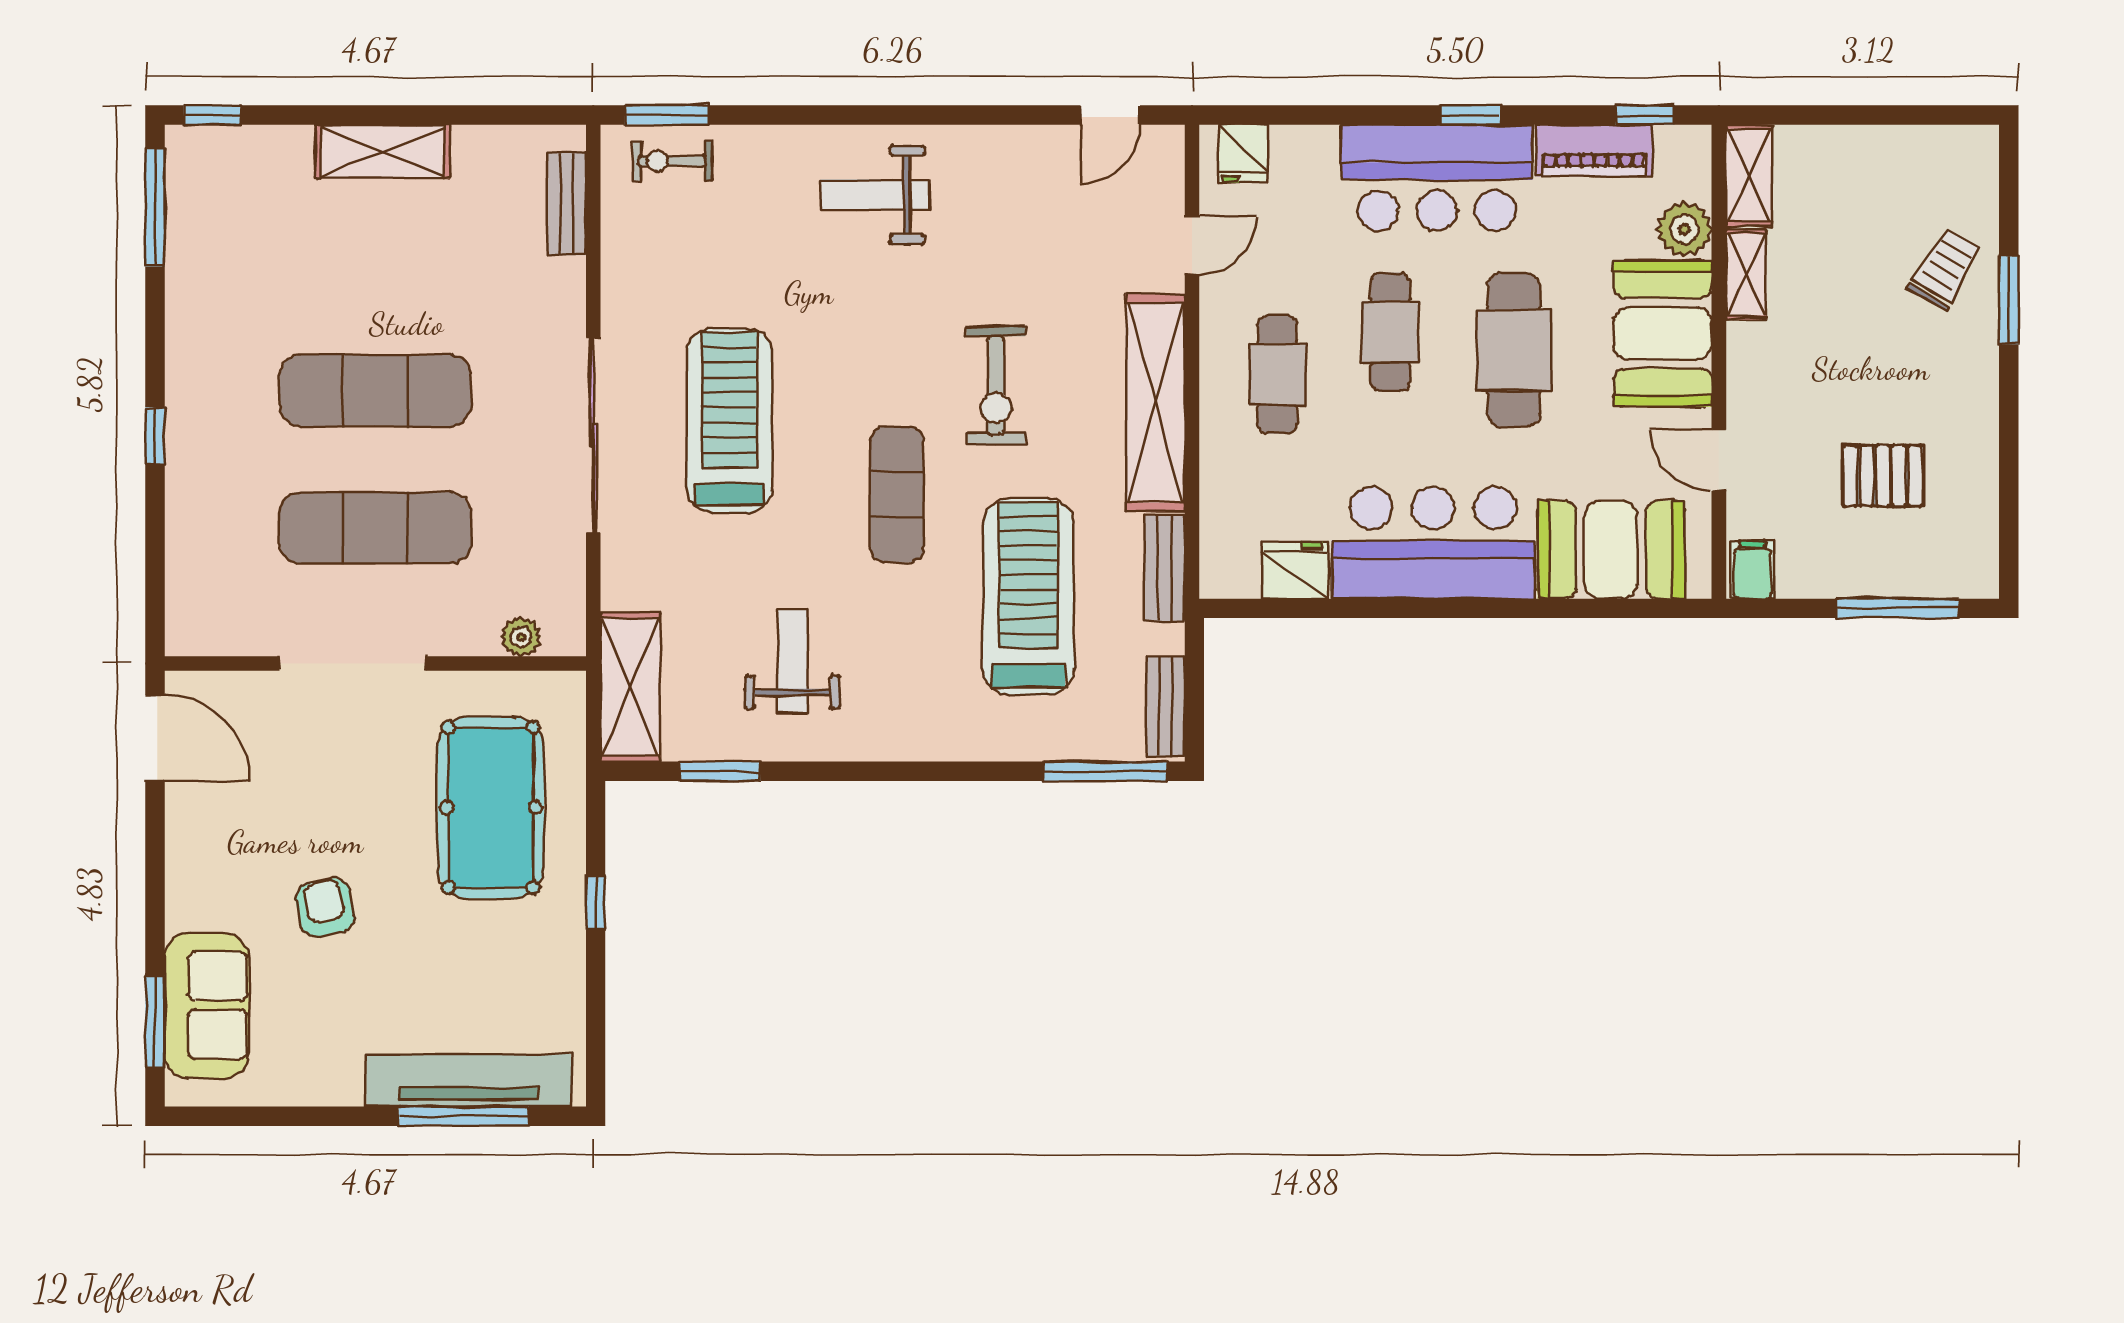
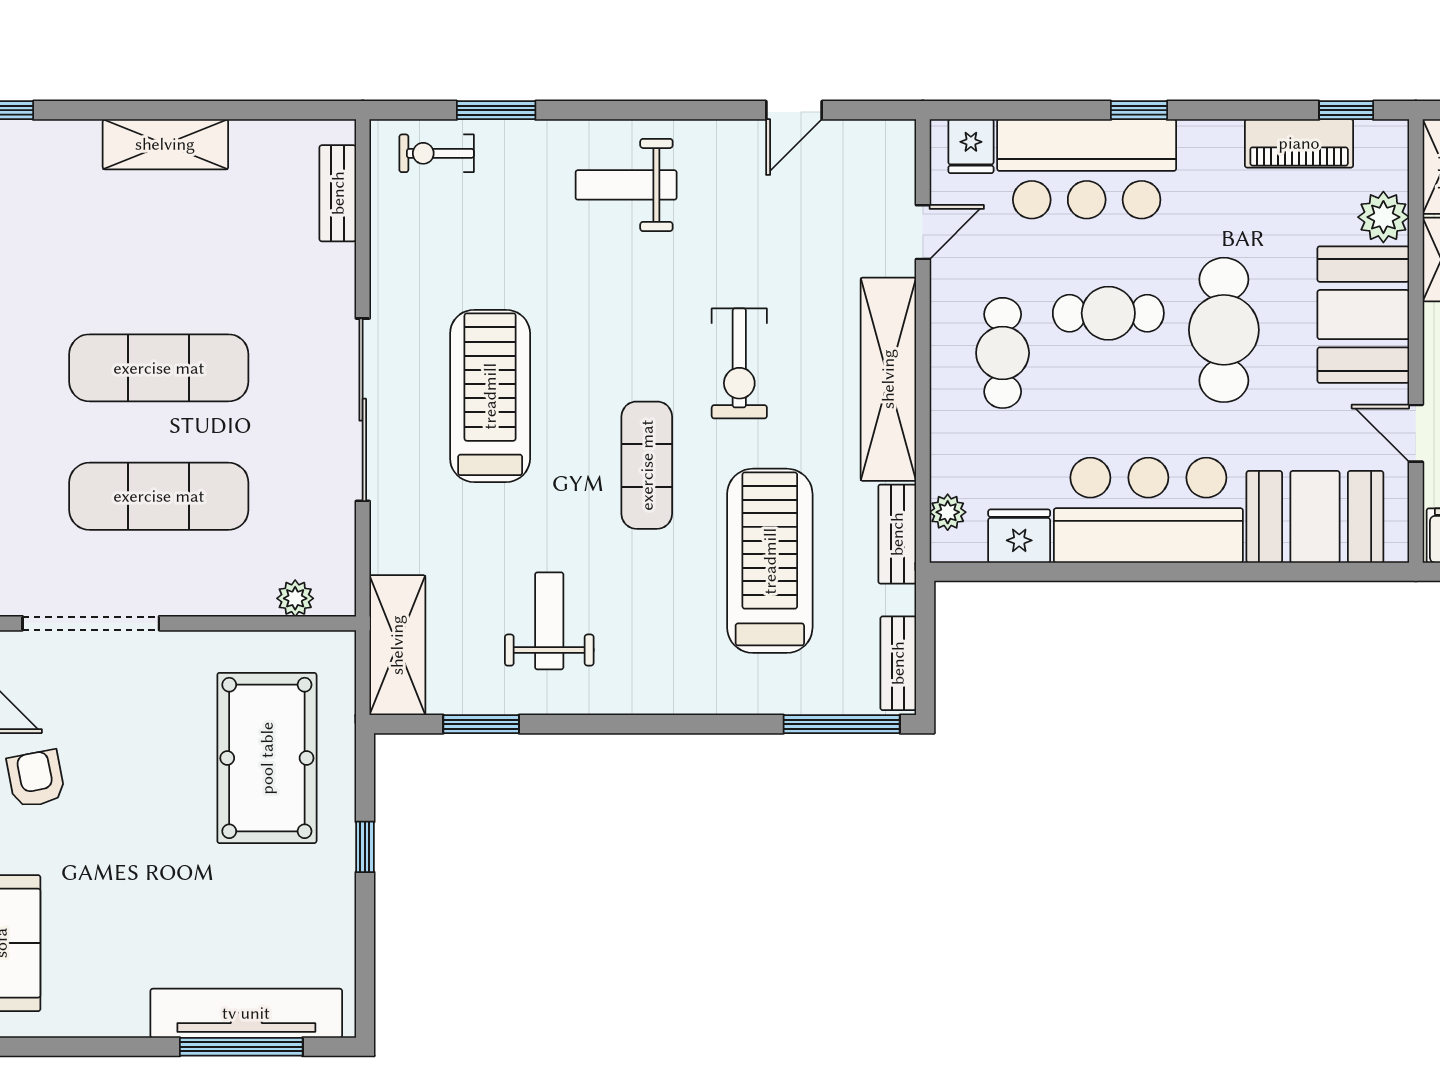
window: (667, 115) -> (496, 110), moved
door: (1110, 115) -> (794, 110), moved
window: (1470, 115) -> (1139, 110), moved
bar counter: (1437, 178) -> (1087, 169), moved
cafe table: (1390, 332) -> (1108, 313), turned 90
plant: (1219, 545) -> (948, 512), added
doorway: (352, 664) -> (91, 623), moved
armchair: (325, 908) -> (36, 779), moved

